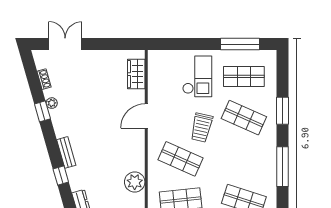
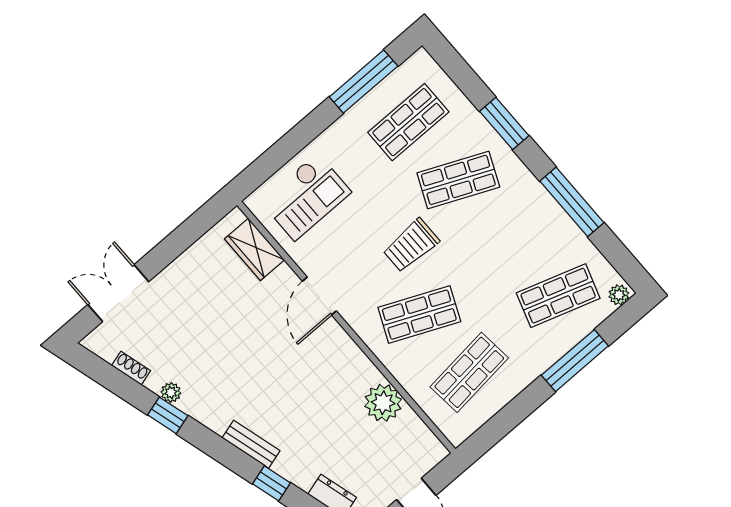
checkout: (197, 76) -> (306, 197), moved, turned 90
trolley: (202, 128) -> (411, 245), turned 77

